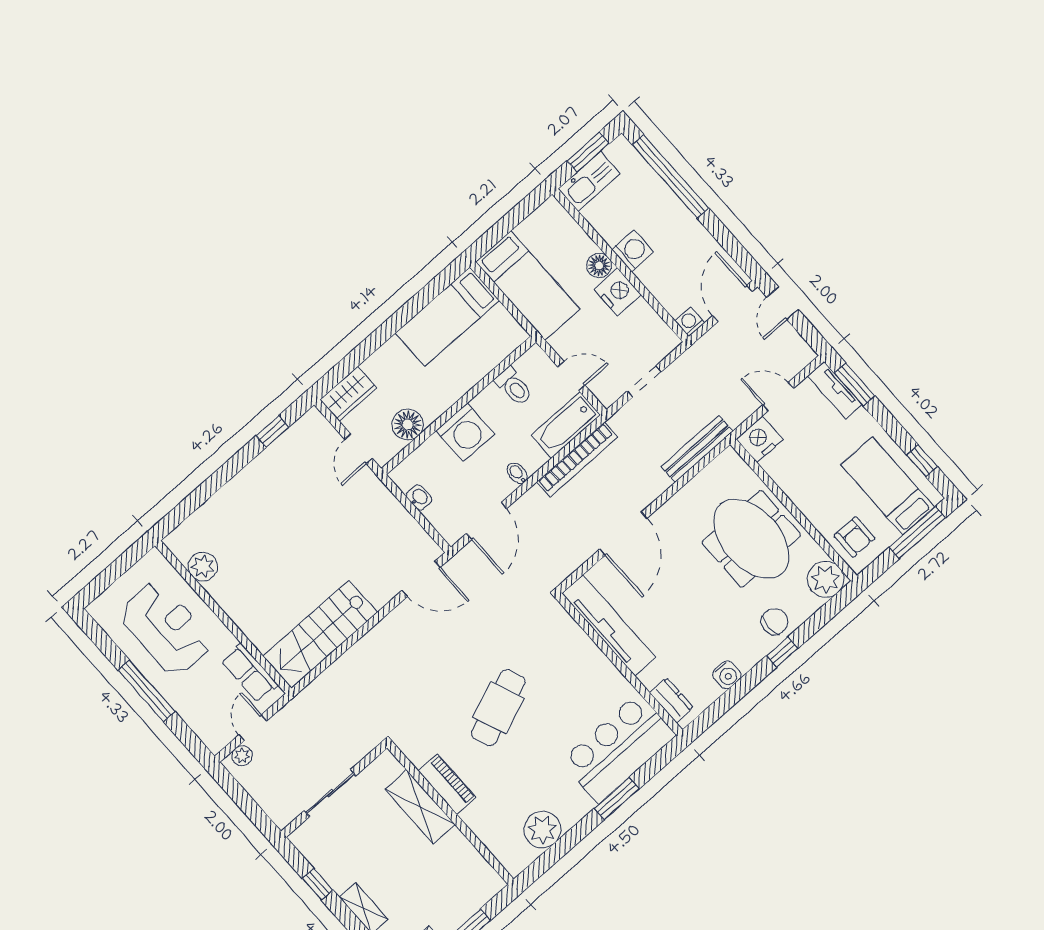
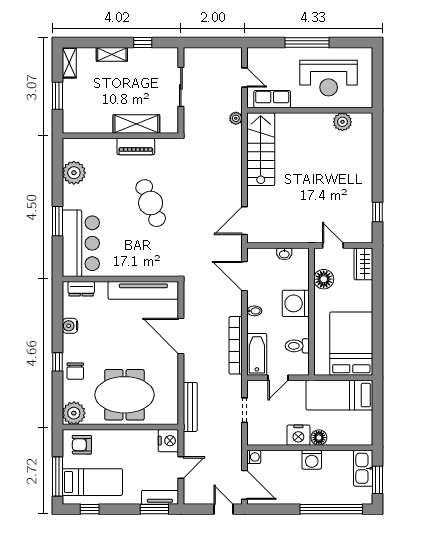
bed: (447, 317) -> (351, 344), width x1.50
plant: (242, 756) -> (236, 118), moved

